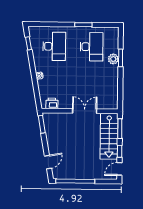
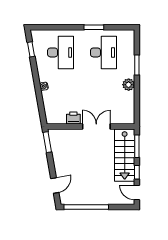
plant: (113, 59) -> (129, 85), moved
printer: (52, 103) -> (73, 118), moved
door: (119, 169) -> (137, 192), hinge flipped

